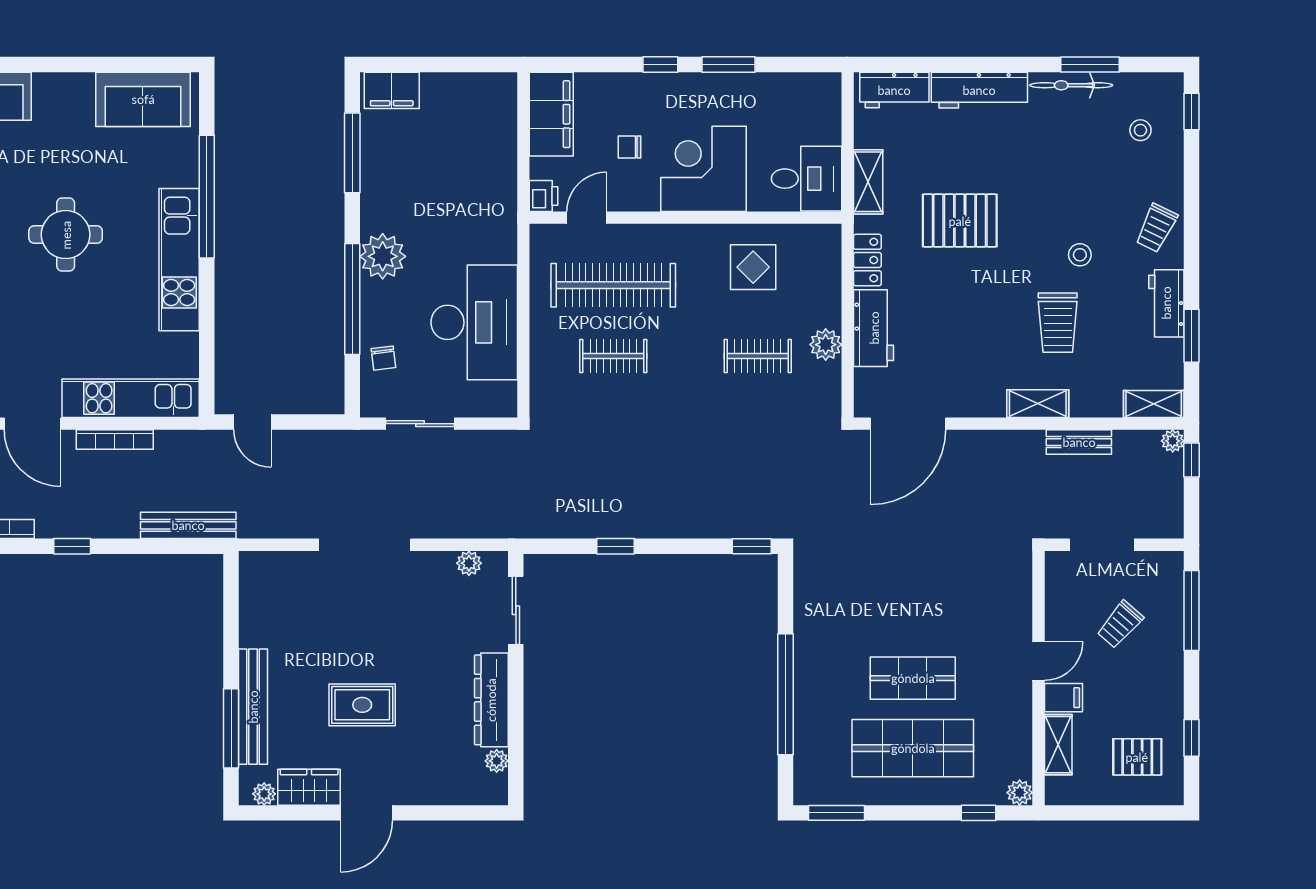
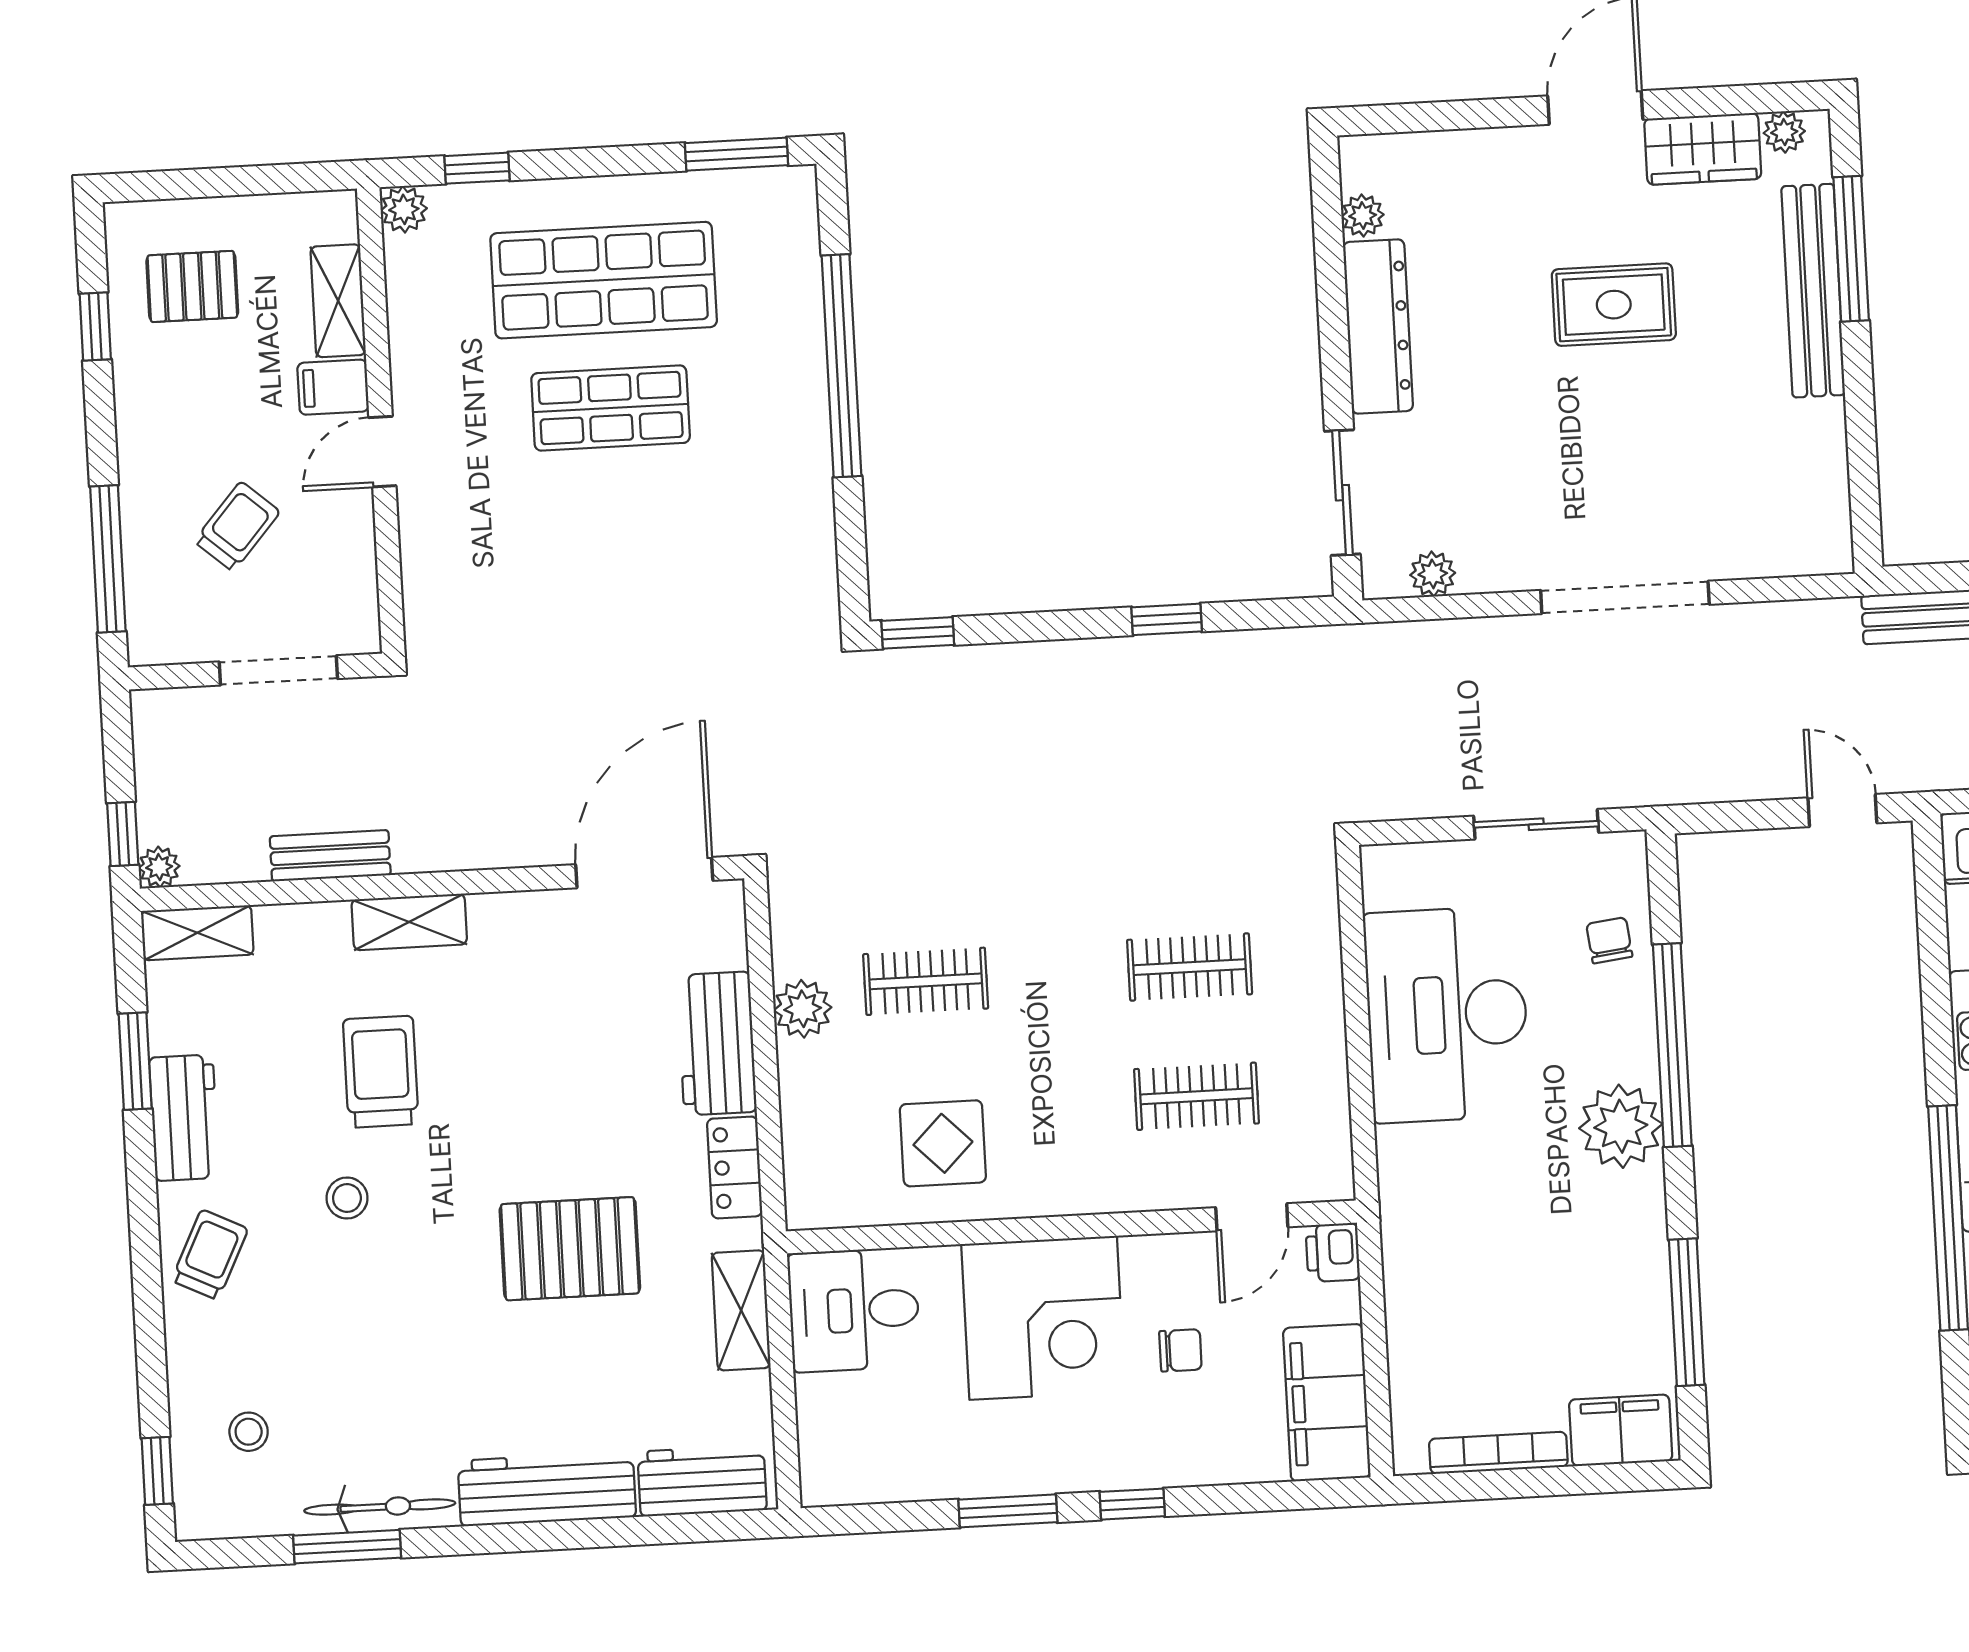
bookcase: (459, 82) -> (1498, 1453), added
clothes rail: (613, 285) -> (1197, 1096), width x0.54, depth x0.76

